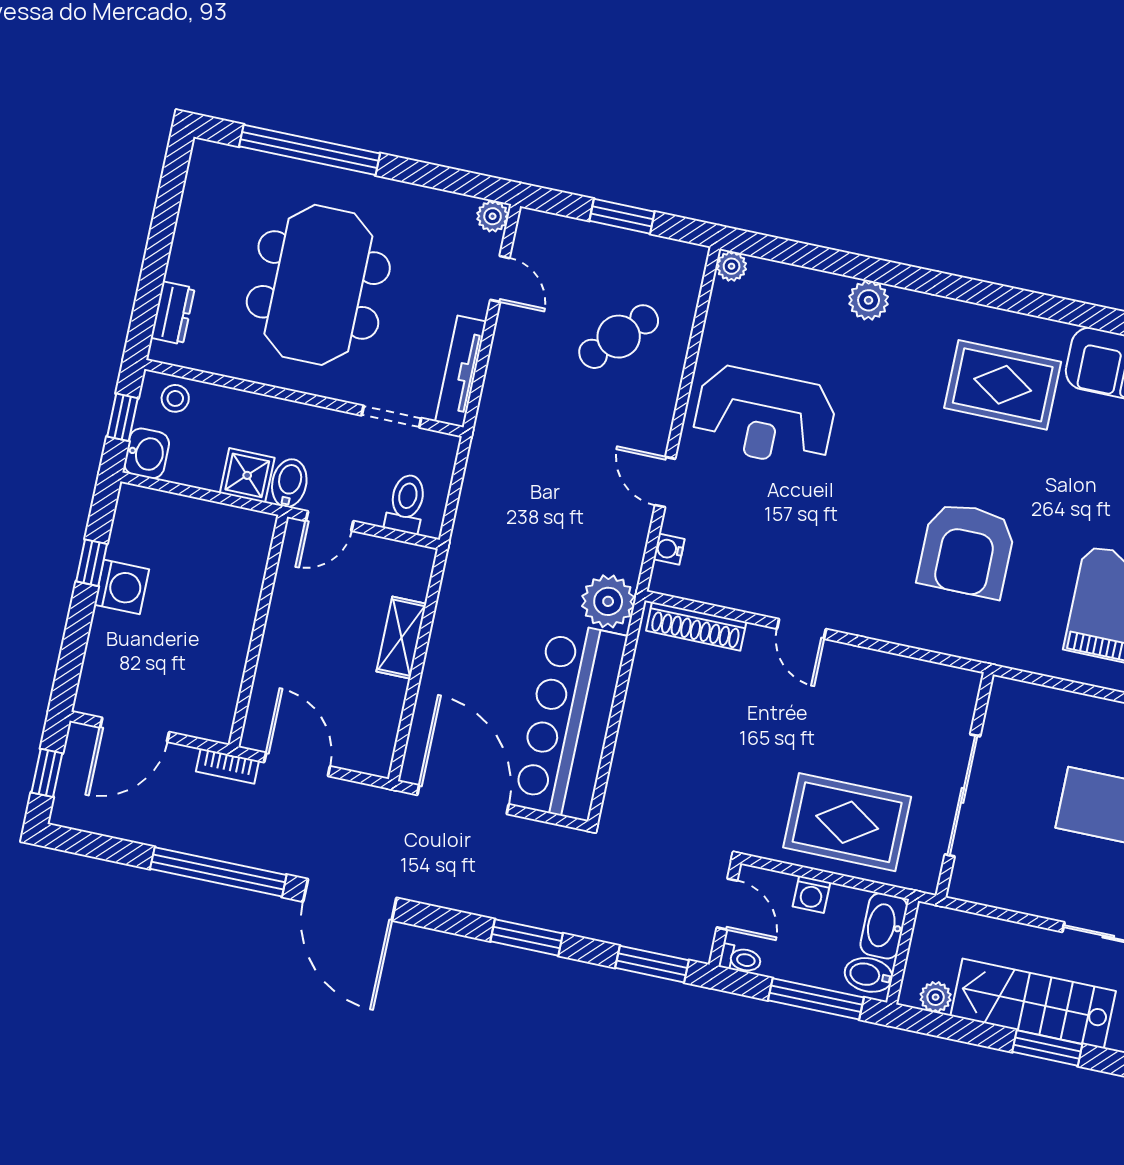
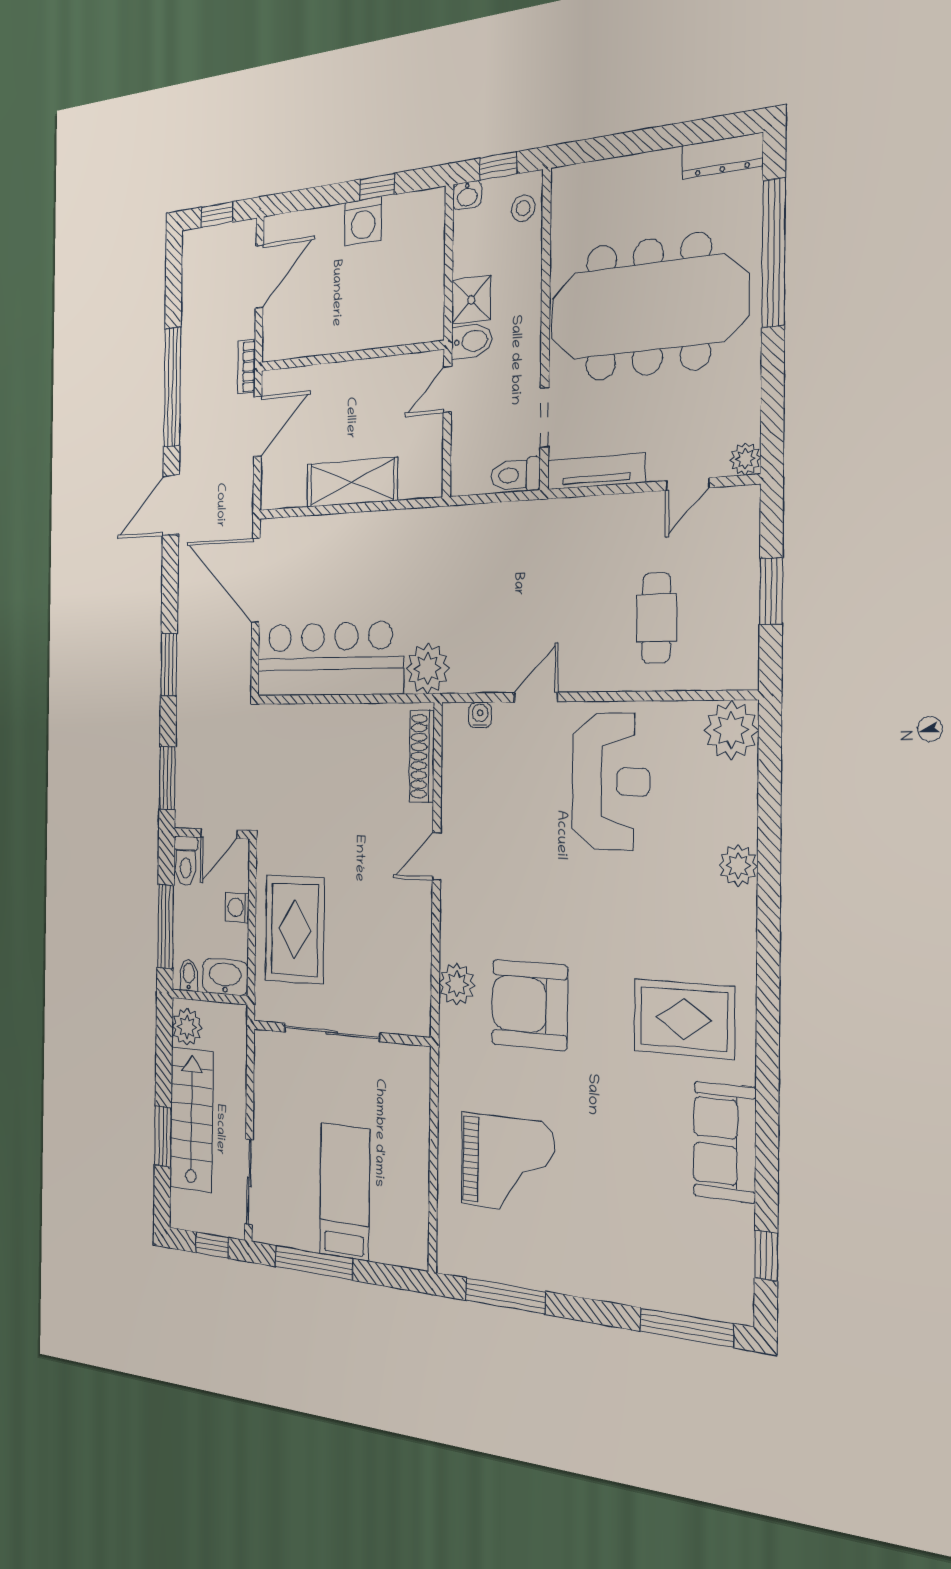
plant: (732, 266) -> (731, 730), width x1.87, depth x1.87
meeting table: (318, 285) -> (648, 307), width x1.36
dresser: (173, 313) -> (722, 156), moved, width x1.44
cafe table: (619, 337) -> (656, 618), turned 46
rug: (1003, 385) -> (684, 1019), turned 90
reception desk: (765, 416) -> (611, 782), turned 180
washbasin: (147, 453) -> (467, 195), width x0.72, depth x0.69
toilet: (406, 504) -> (515, 475), moved, turned 180
door: (330, 521) -> (447, 389), hinge flipped
plant: (934, 630) -> (457, 984), added
shelving: (401, 638) -> (352, 482), width x1.50, depth x1.33
door: (135, 730) -> (260, 276), swing flipped
door: (463, 800) -> (256, 580), swing flipped
door: (350, 900) -> (171, 505), width x0.73
toilet: (740, 959) -> (186, 861), width x1.37, depth x1.39
bidet: (869, 975) -> (189, 975), width x0.72, depth x0.74
plant: (936, 997) -> (187, 1027), width x1.38, depth x1.38

